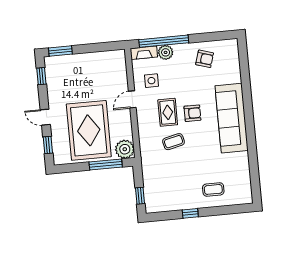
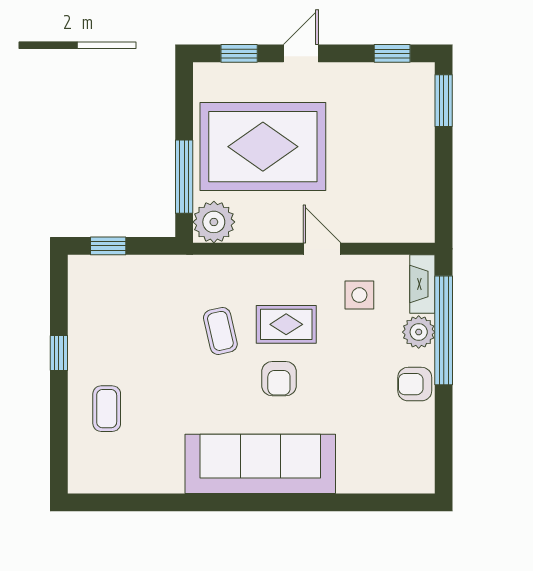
armchair: (205, 59) -> (415, 384), moved, turned 73

